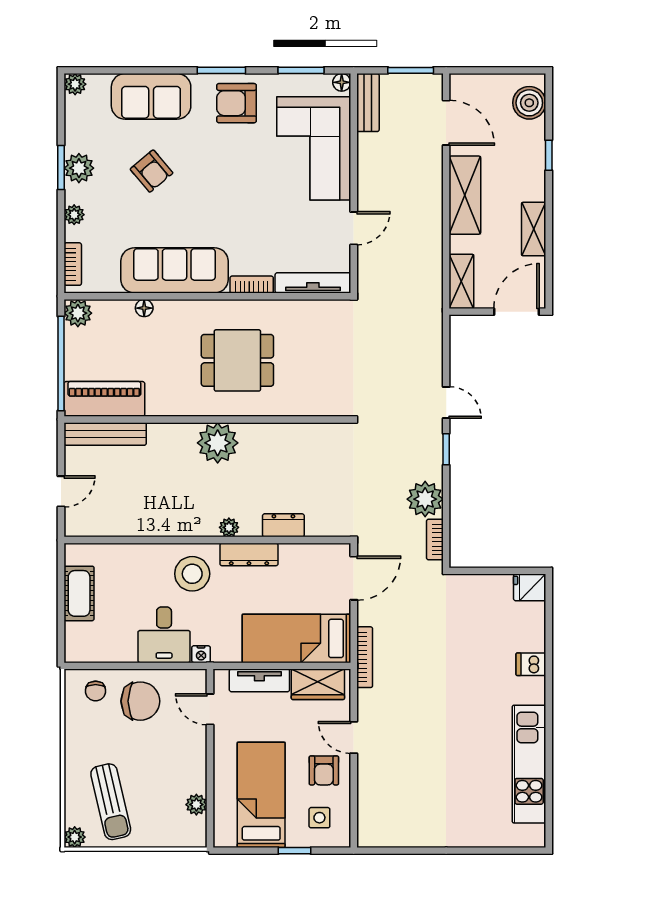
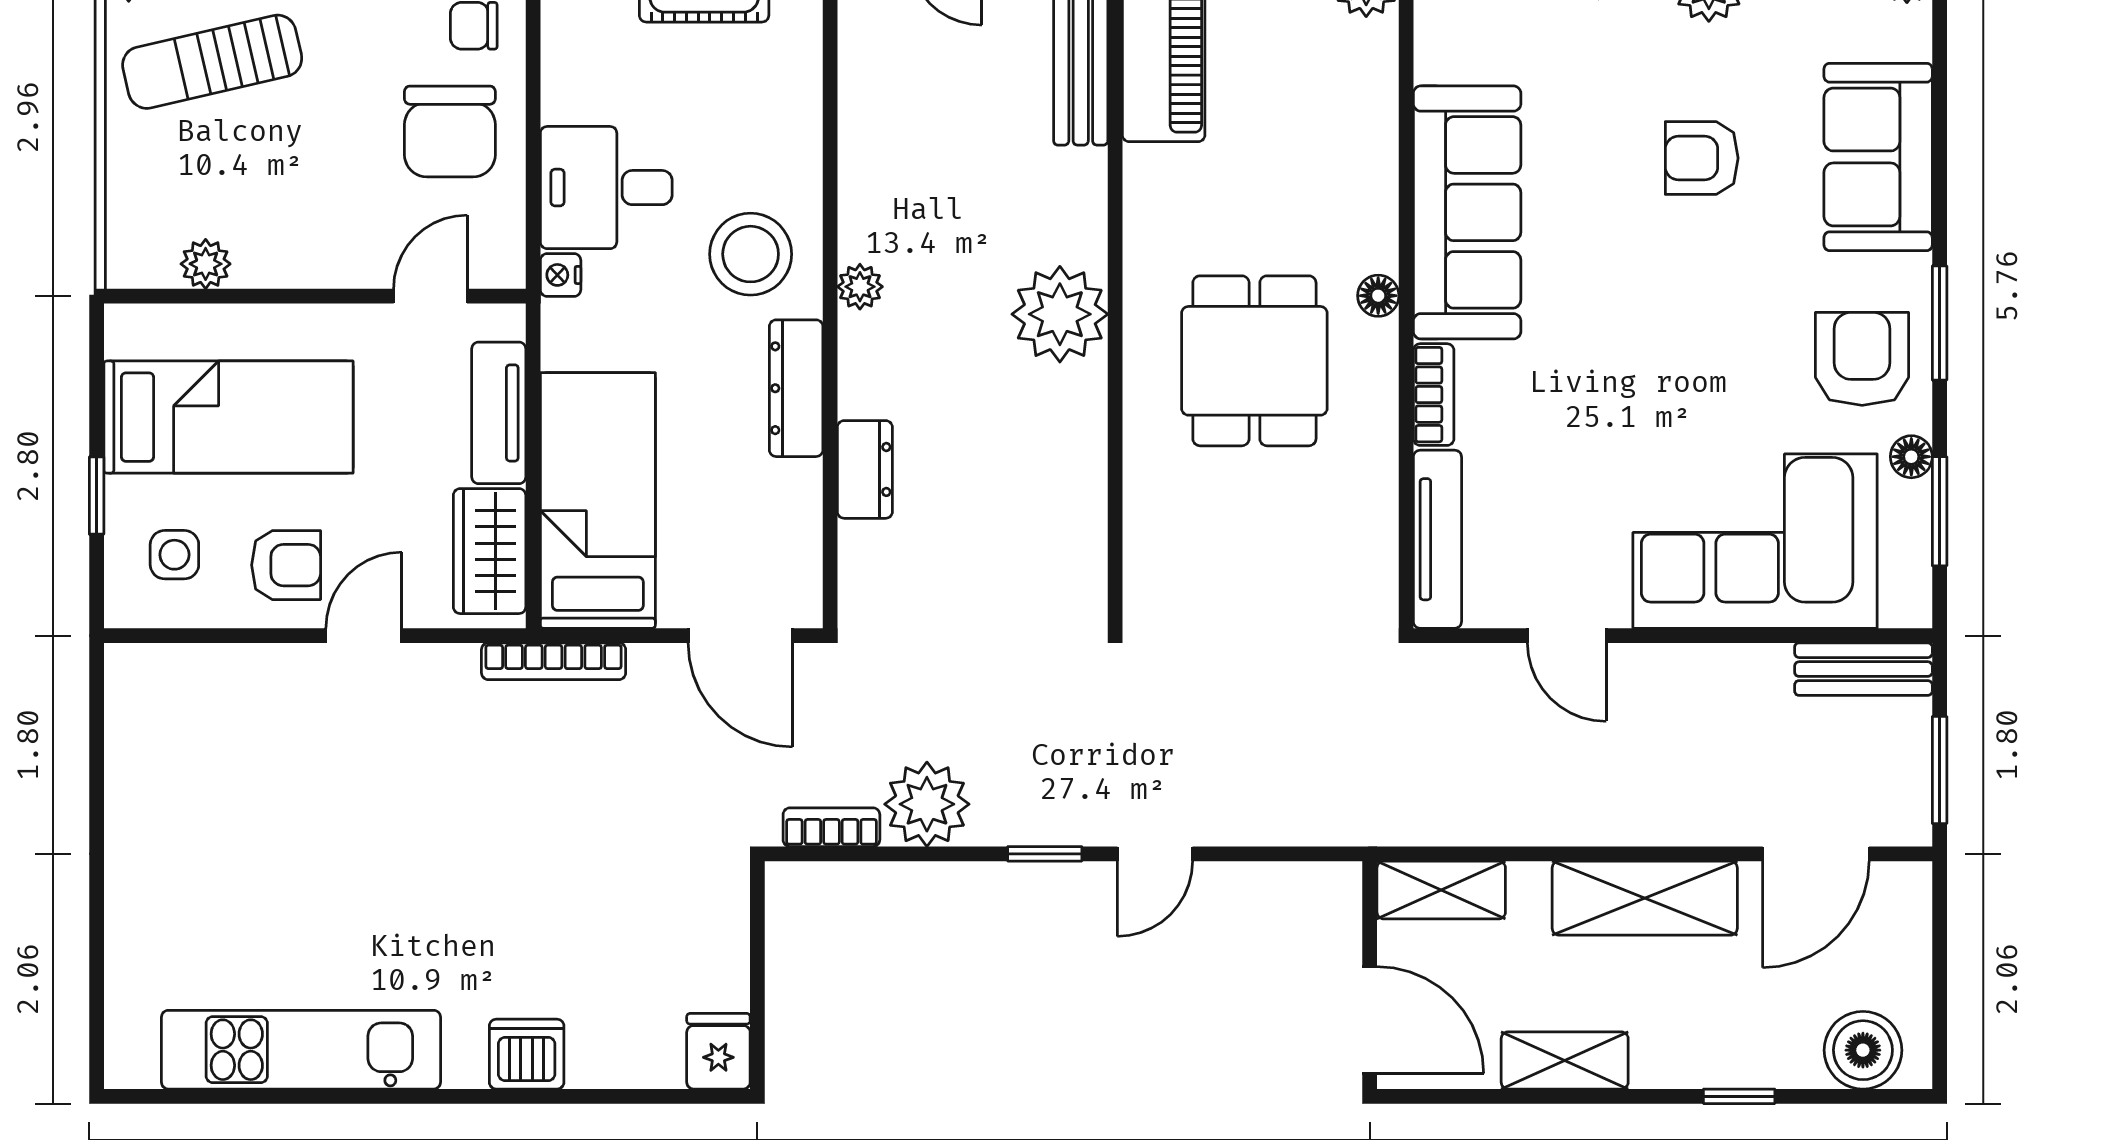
floor lamp: (342, 82) -> (1911, 457), moved
armchair: (152, 171) -> (1702, 158), turned 40
floor lamp: (144, 308) -> (1378, 296), moved
plant: (229, 527) -> (860, 287), moved
dishwasher: (531, 664) -> (527, 1054), width x1.38
armchair: (324, 770) -> (286, 565), turned 180

